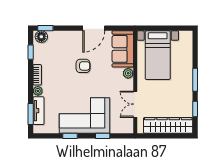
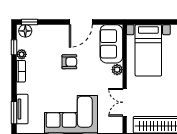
plant: (38, 91) -> (22, 54), moved

